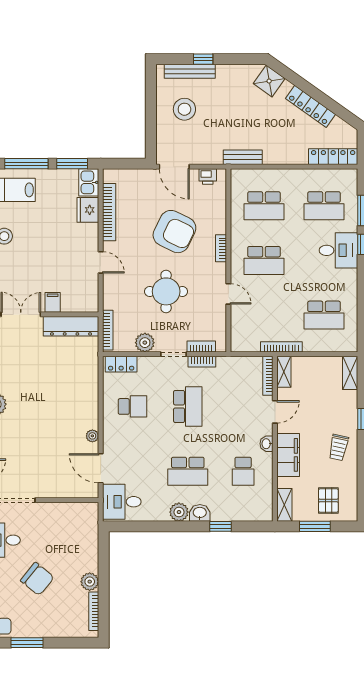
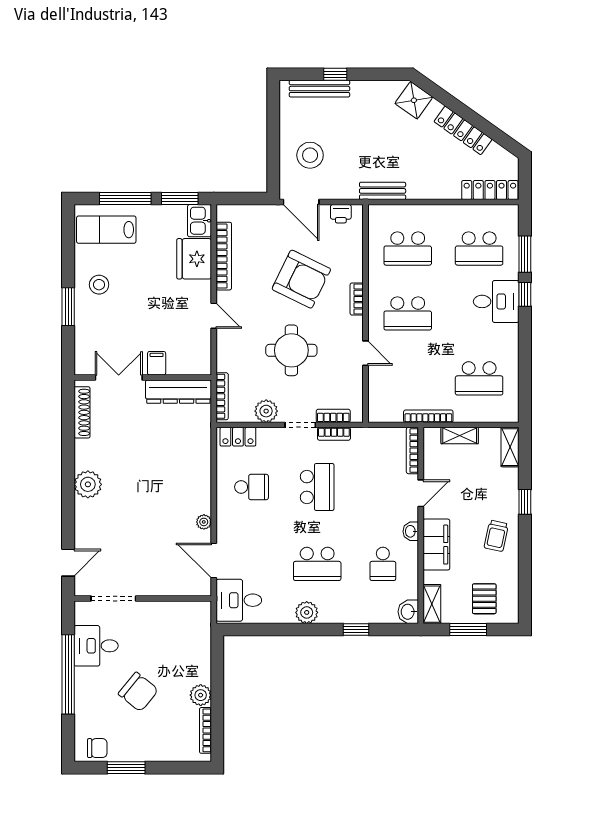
stool: (184, 109) -> (310, 155), moved
fridge: (88, 210) -> (194, 259), width x1.36, depth x1.34
shelving: (284, 372) -> (460, 436), moved, turned 90
washbasin: (200, 513) -> (408, 612), moved, turned -90

